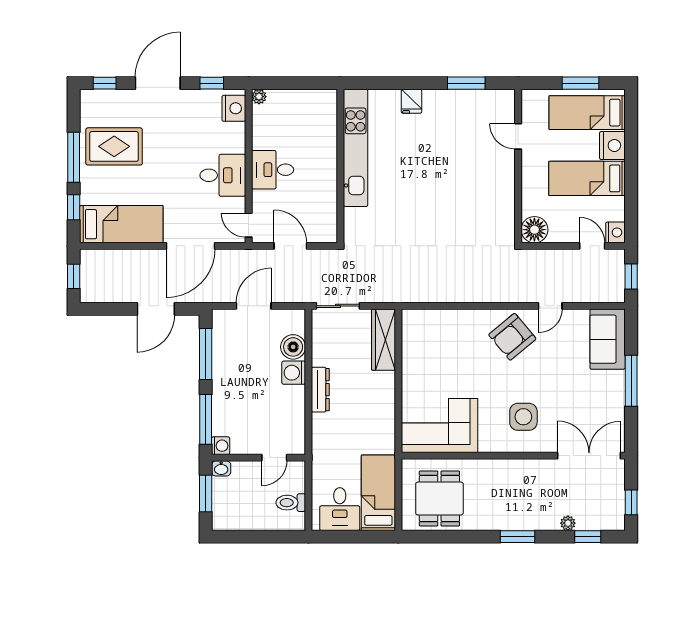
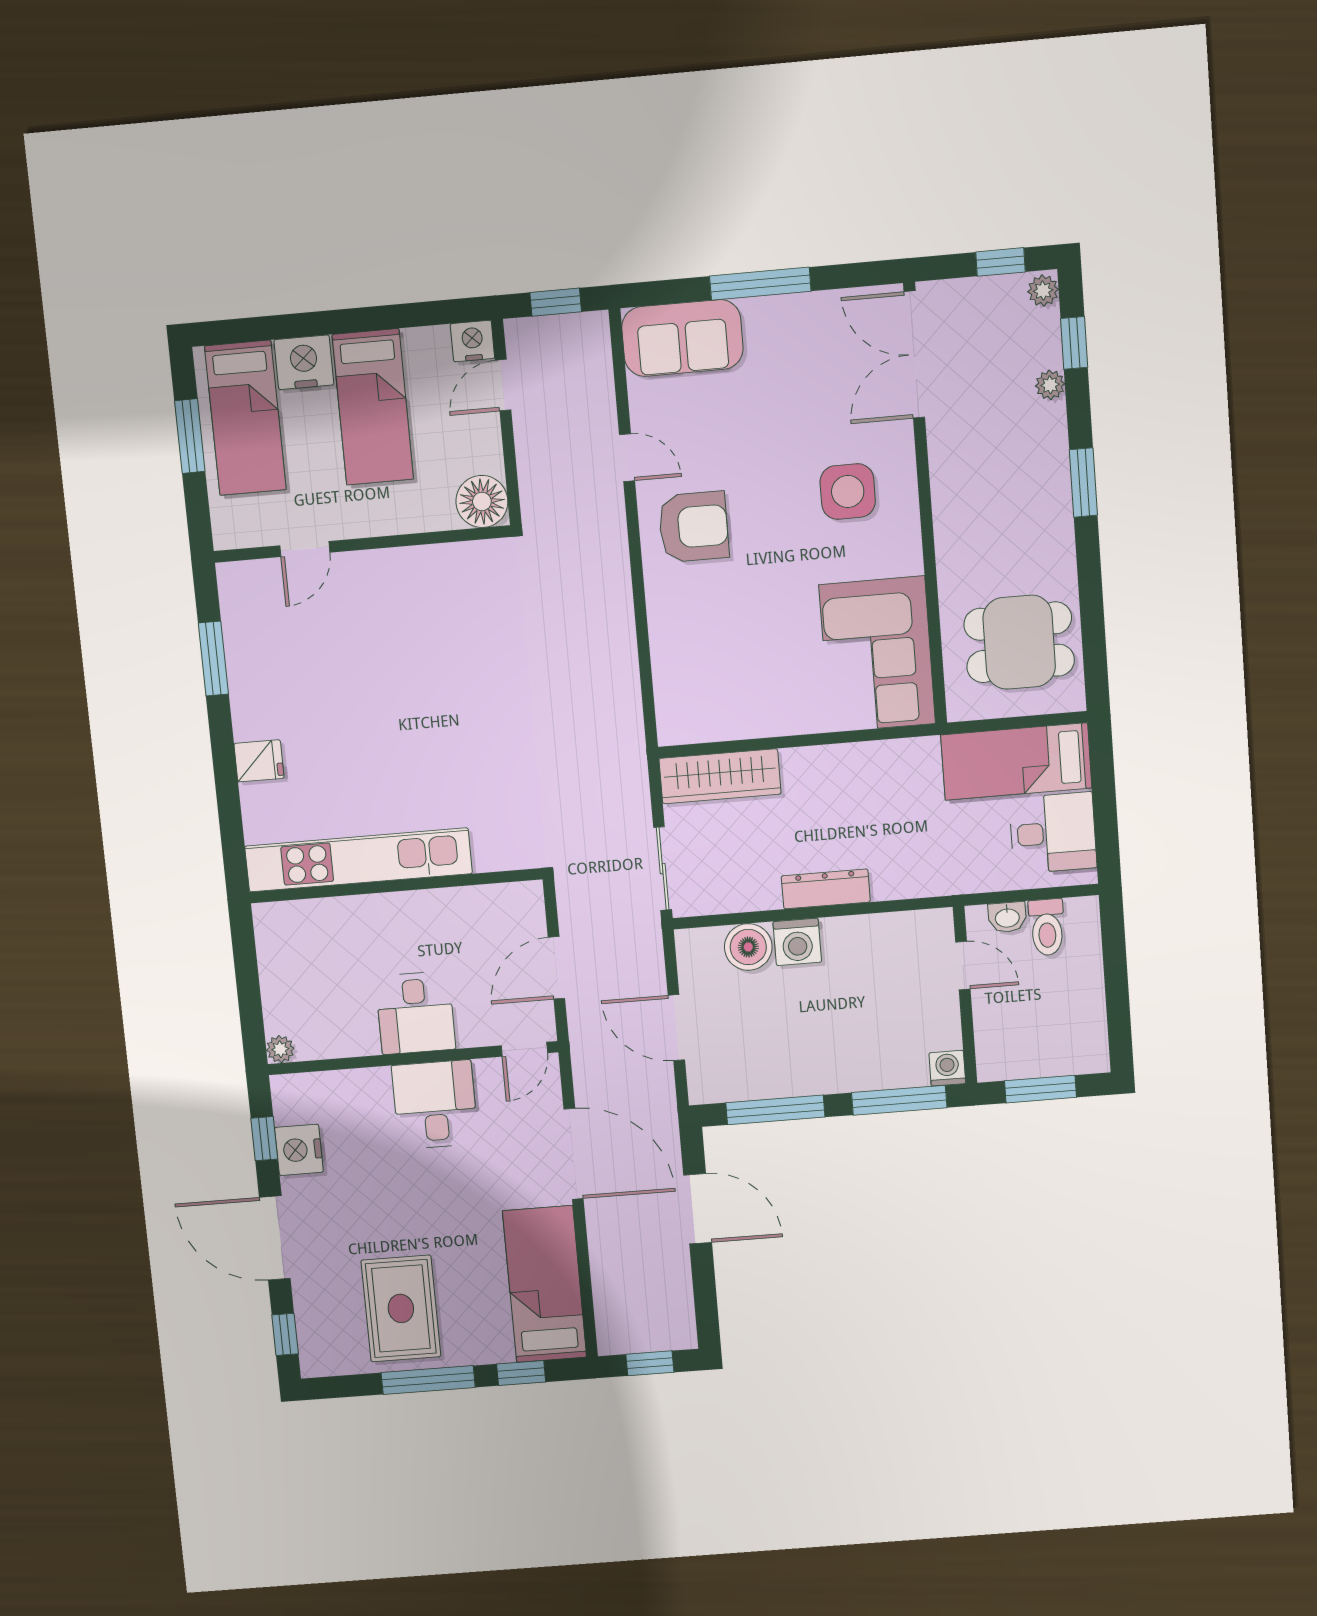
nightstand: (234, 108) -> (299, 1150), moved, turned -90
armchair: (512, 337) -> (694, 527), turned -50
washbasin: (221, 468) -> (1007, 917), moved, turned 90
plant: (615, 523) -> (1043, 291), added

